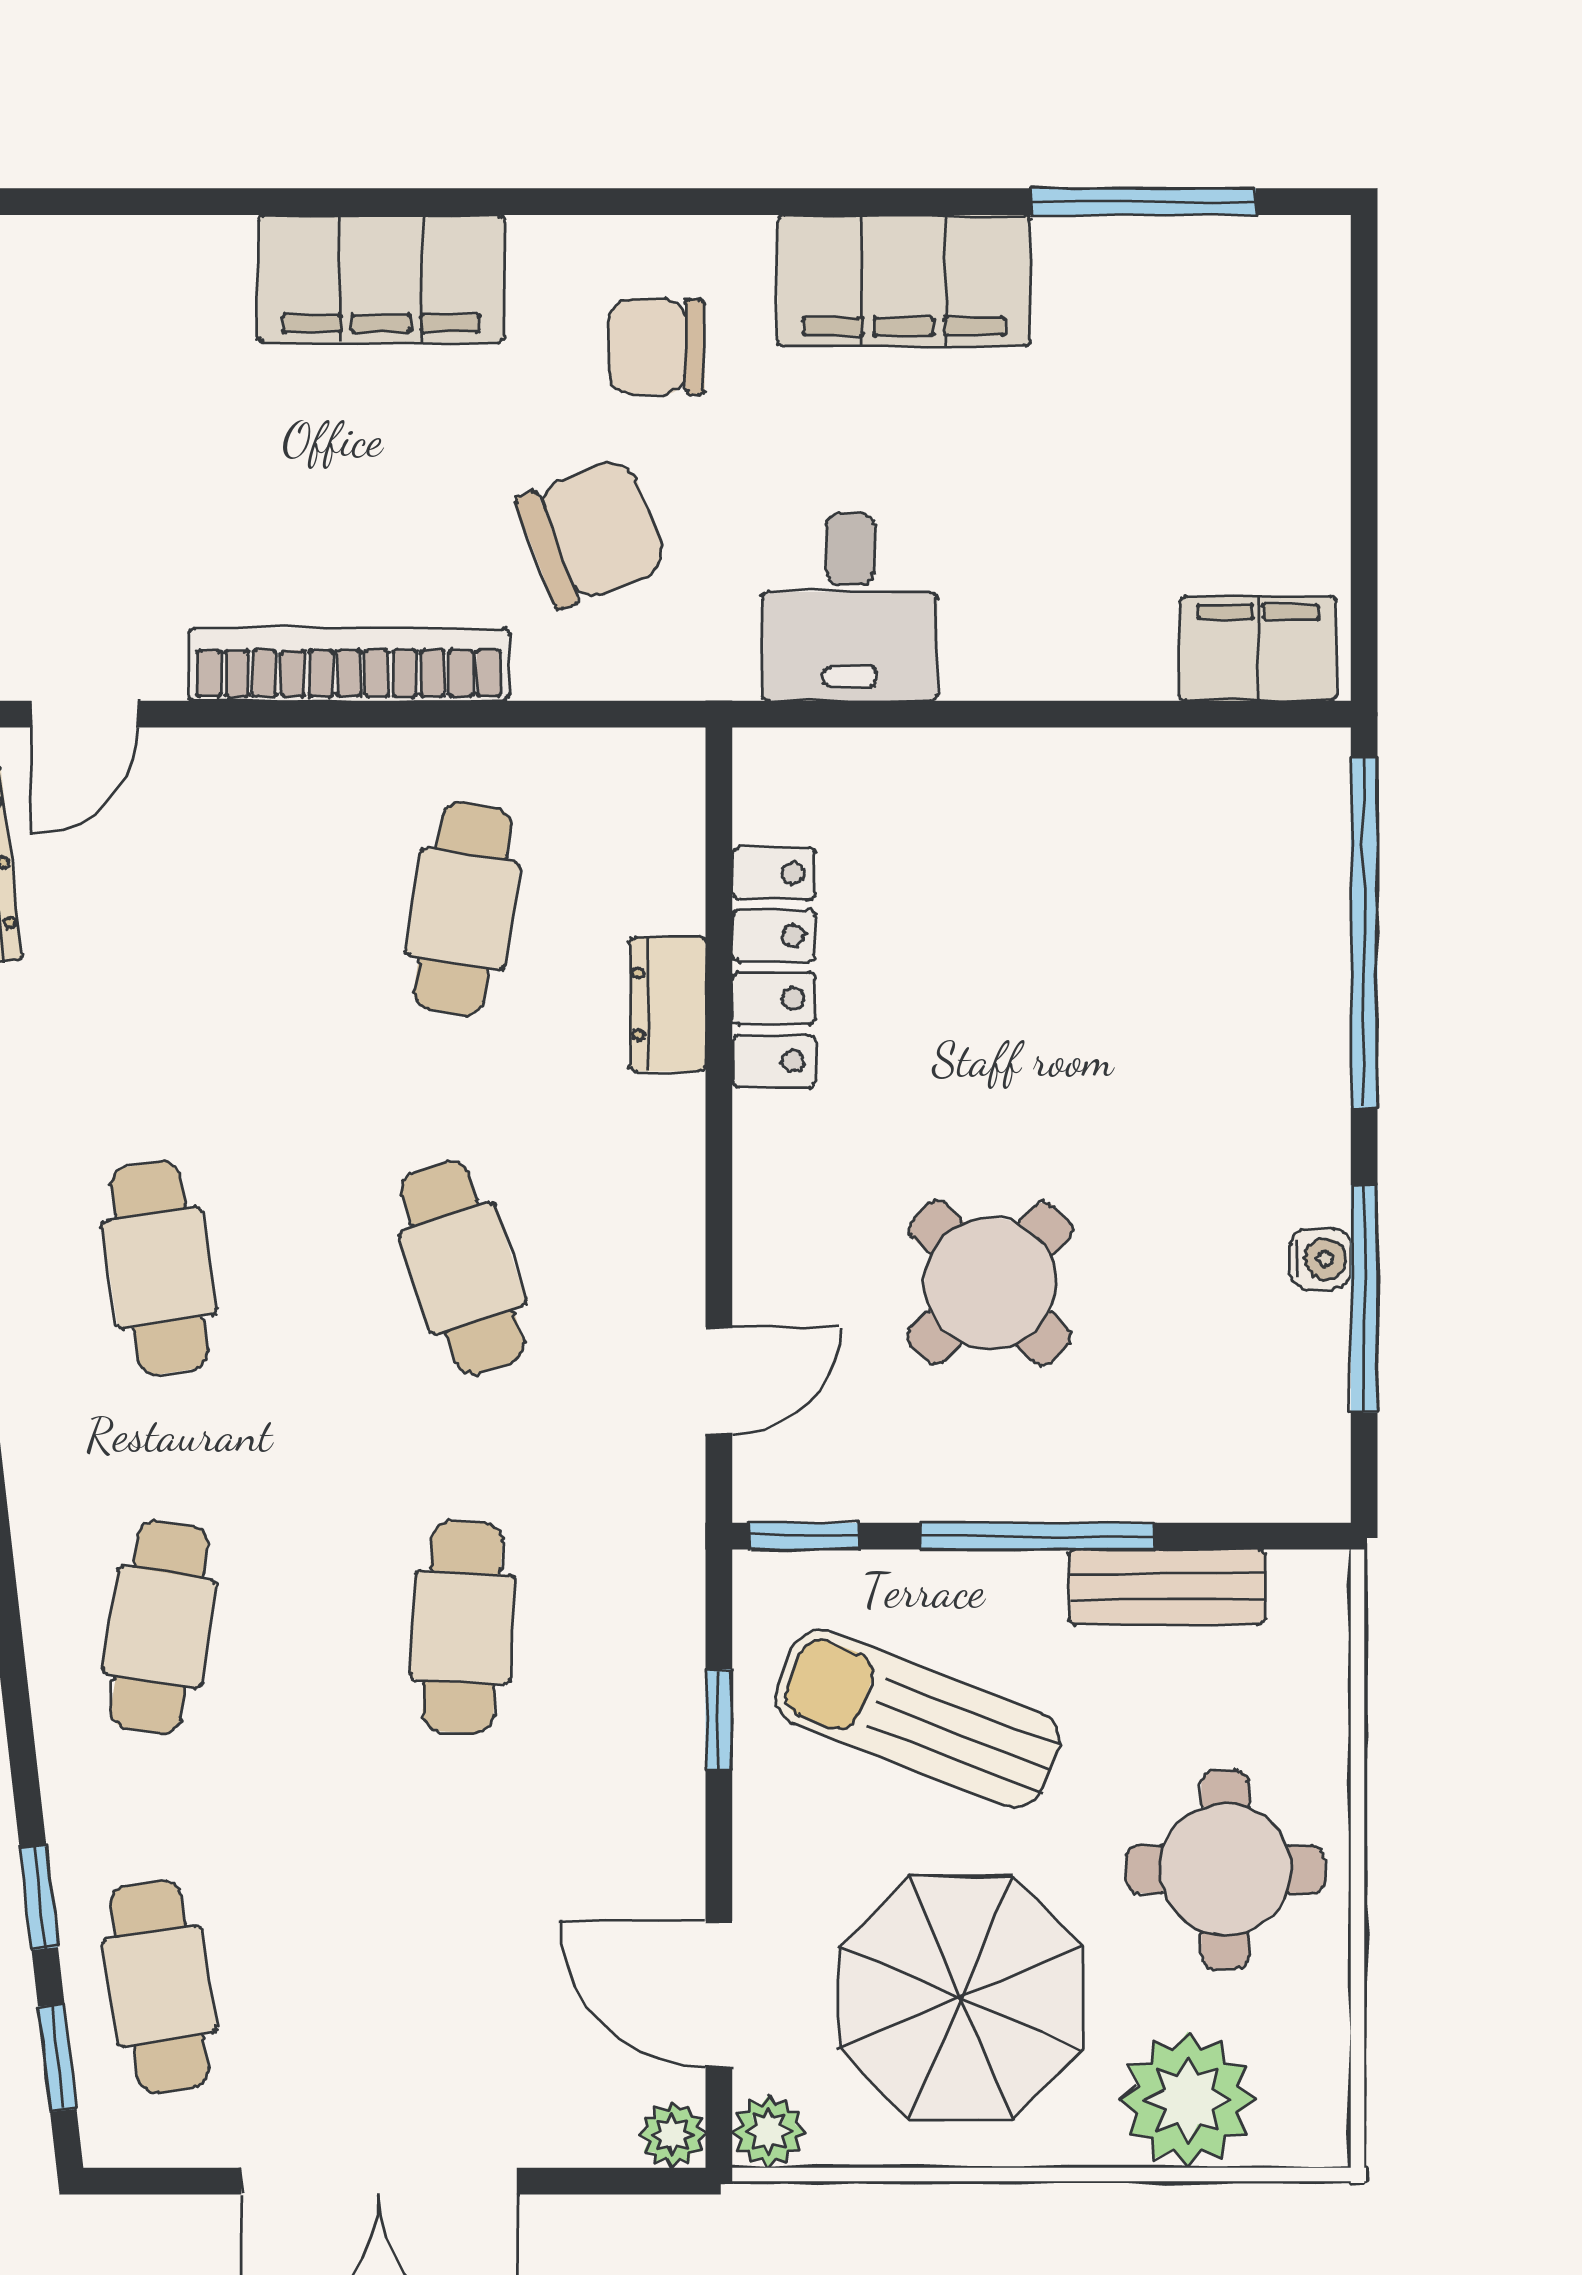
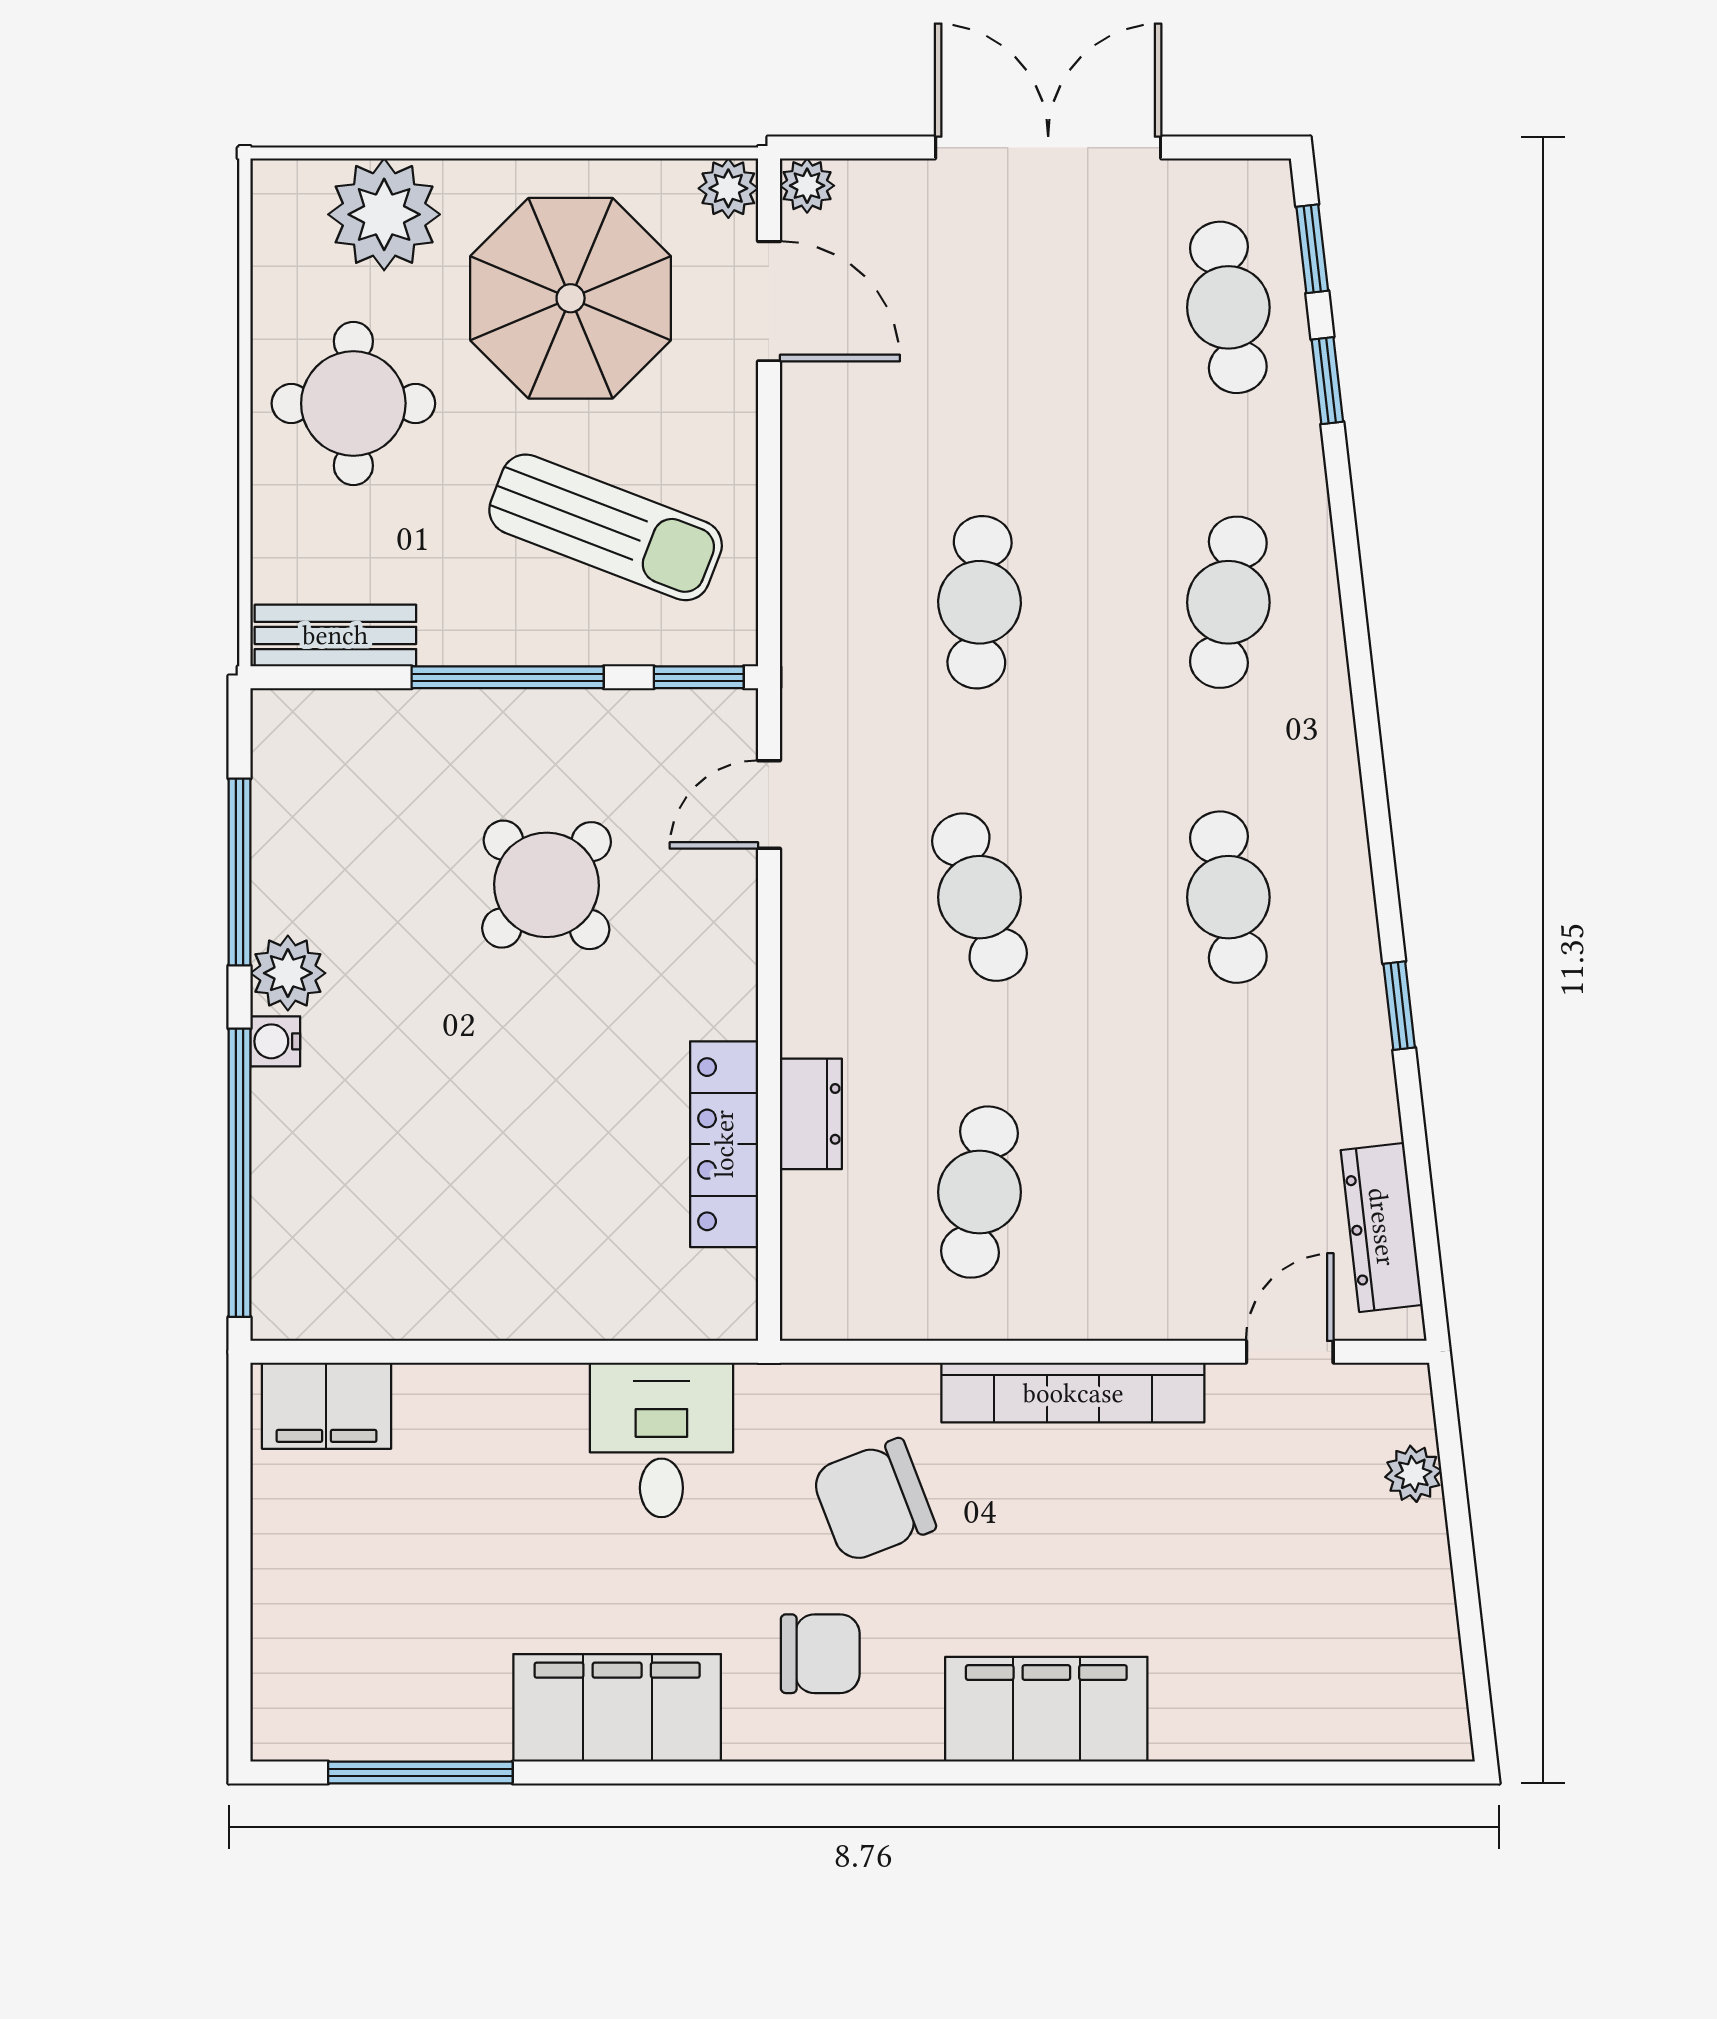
plant: (1305, 1176) -> (288, 973), added
water cooler: (1320, 1259) -> (275, 1041), moved
bench: (1167, 1587) -> (335, 635), moved
window: (719, 1719) -> (769, 527), removed

